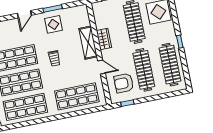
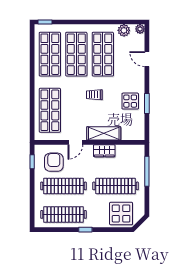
door: (24, 14) -> (147, 59), moved

